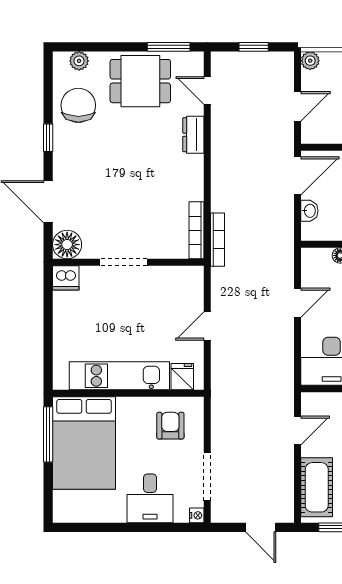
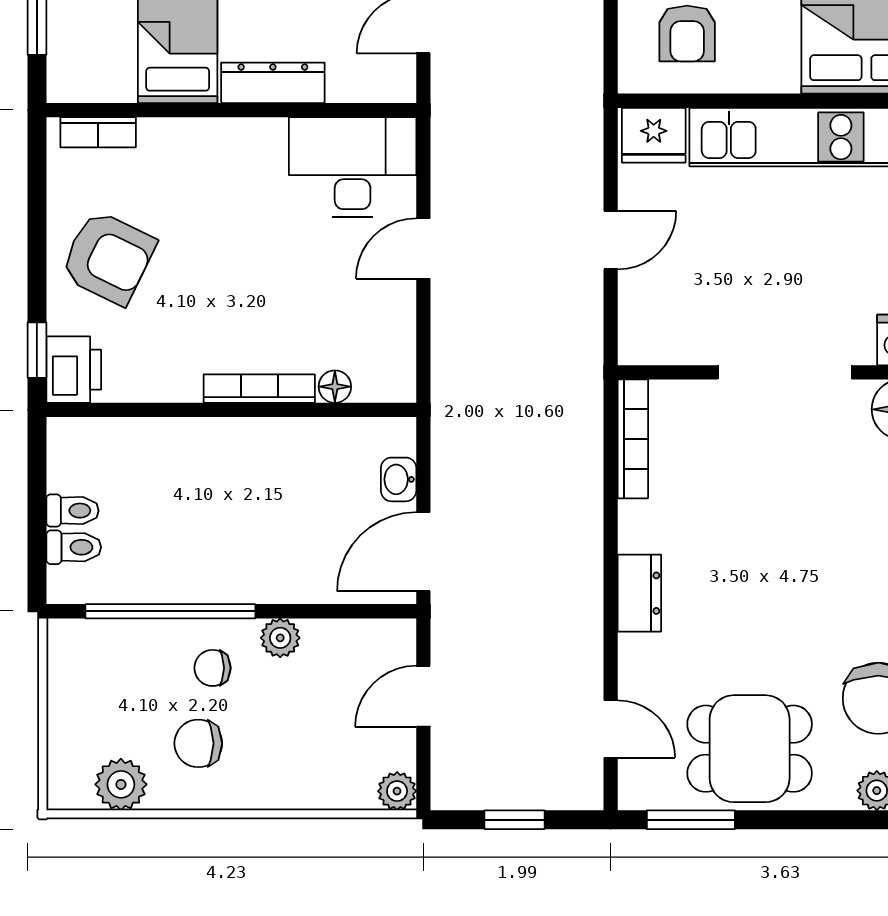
dresser: (193, 135) -> (639, 593), moved
bookcase: (217, 240) -> (589, 420), removed
doorway: (123, 262) -> (785, 372), width x1.36
door: (298, 303) -> (423, 248), moved
fridge: (182, 377) -> (654, 135), width x1.38

